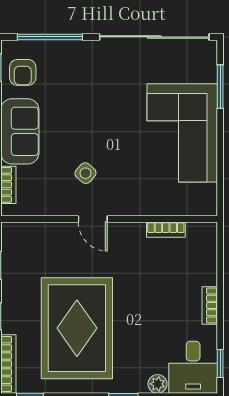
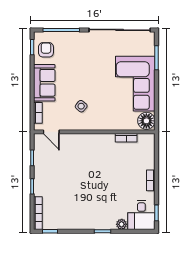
armchair: (23, 72) -> (46, 50), turned 180
floor lamp: (202, 199) -> (146, 121), added
door: (93, 219) -> (51, 132), moved
rug: (77, 328) -> (76, 193), removed

